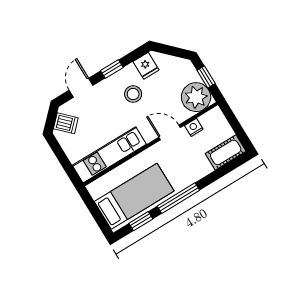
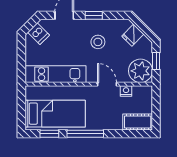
fridge: (146, 66) -> (133, 35), moved, turned 45

